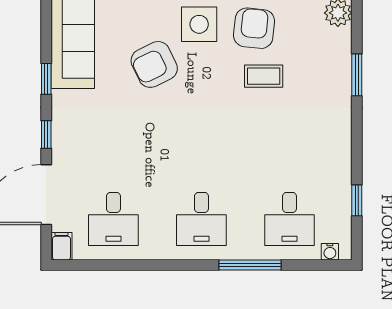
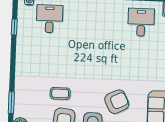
window: (357, 75) -> (11, 103), moved
desk: (201, 219) -> (95, 20), removed

